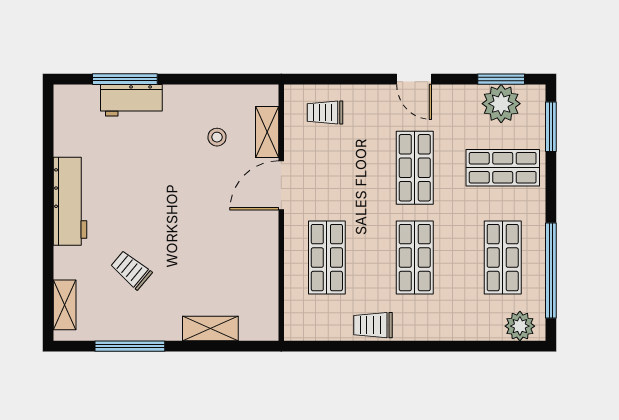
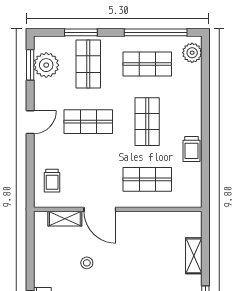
window: (551, 127) -> (81, 32), moved
stool: (217, 137) -> (87, 263), moved
shop shelf: (415, 258) -> (147, 122), turned 90

